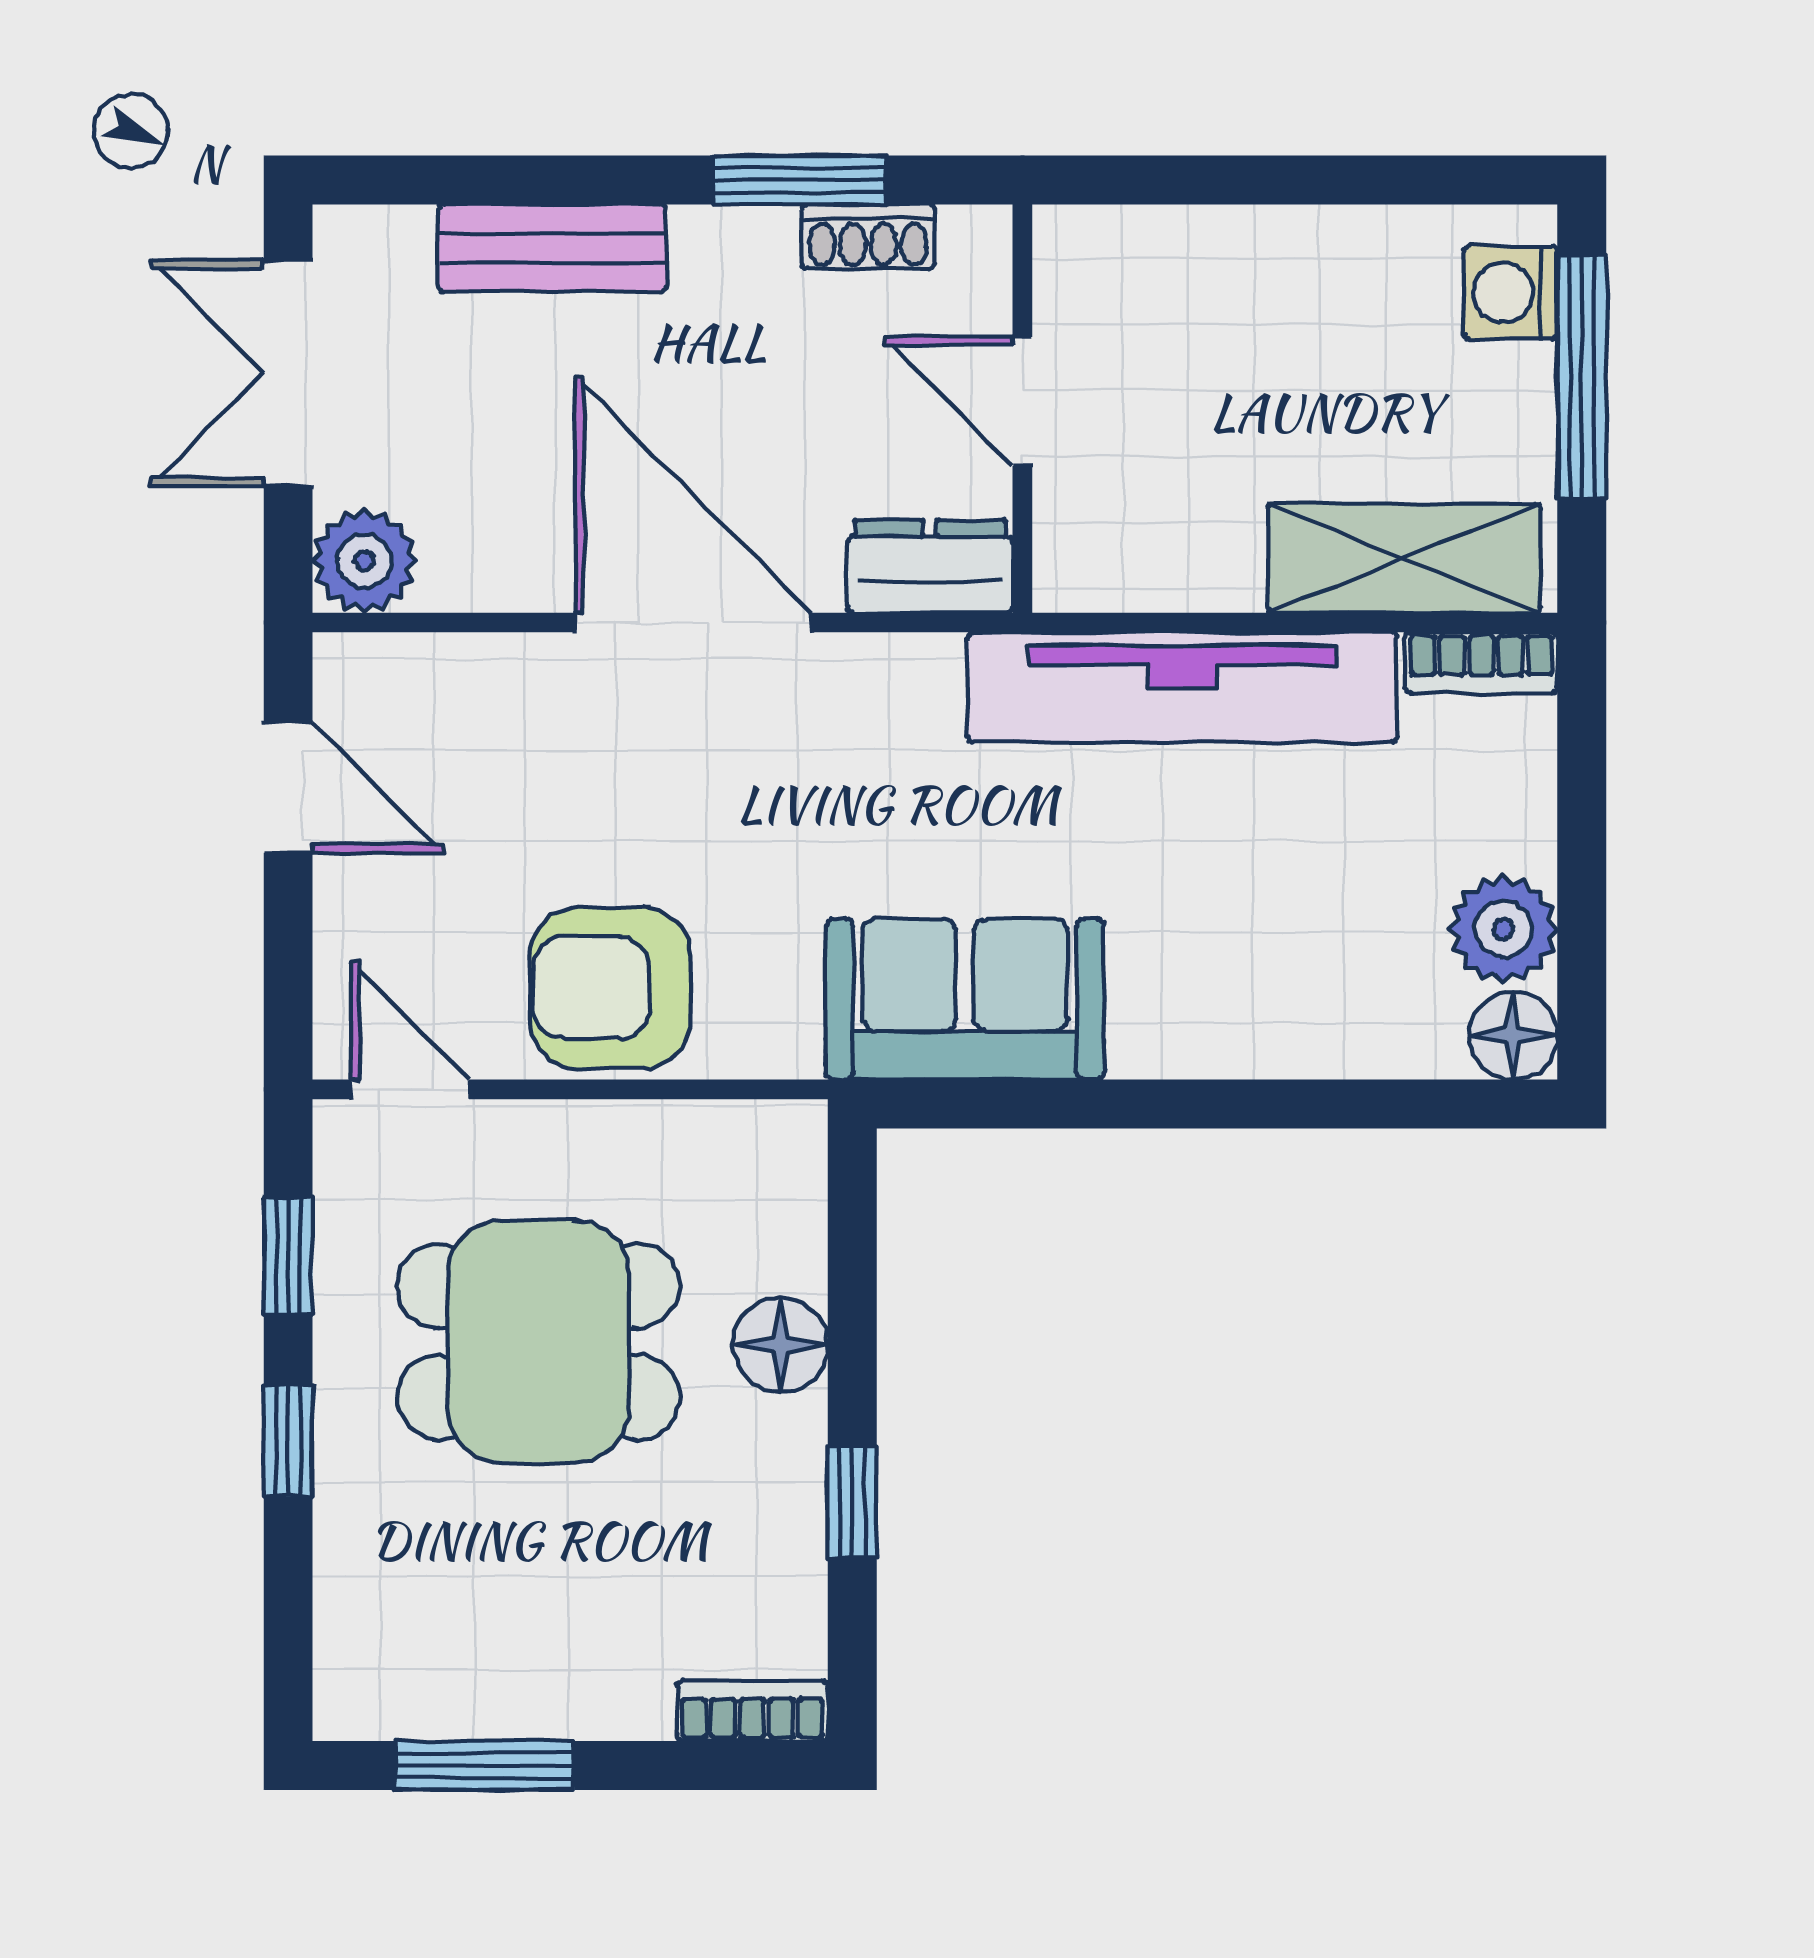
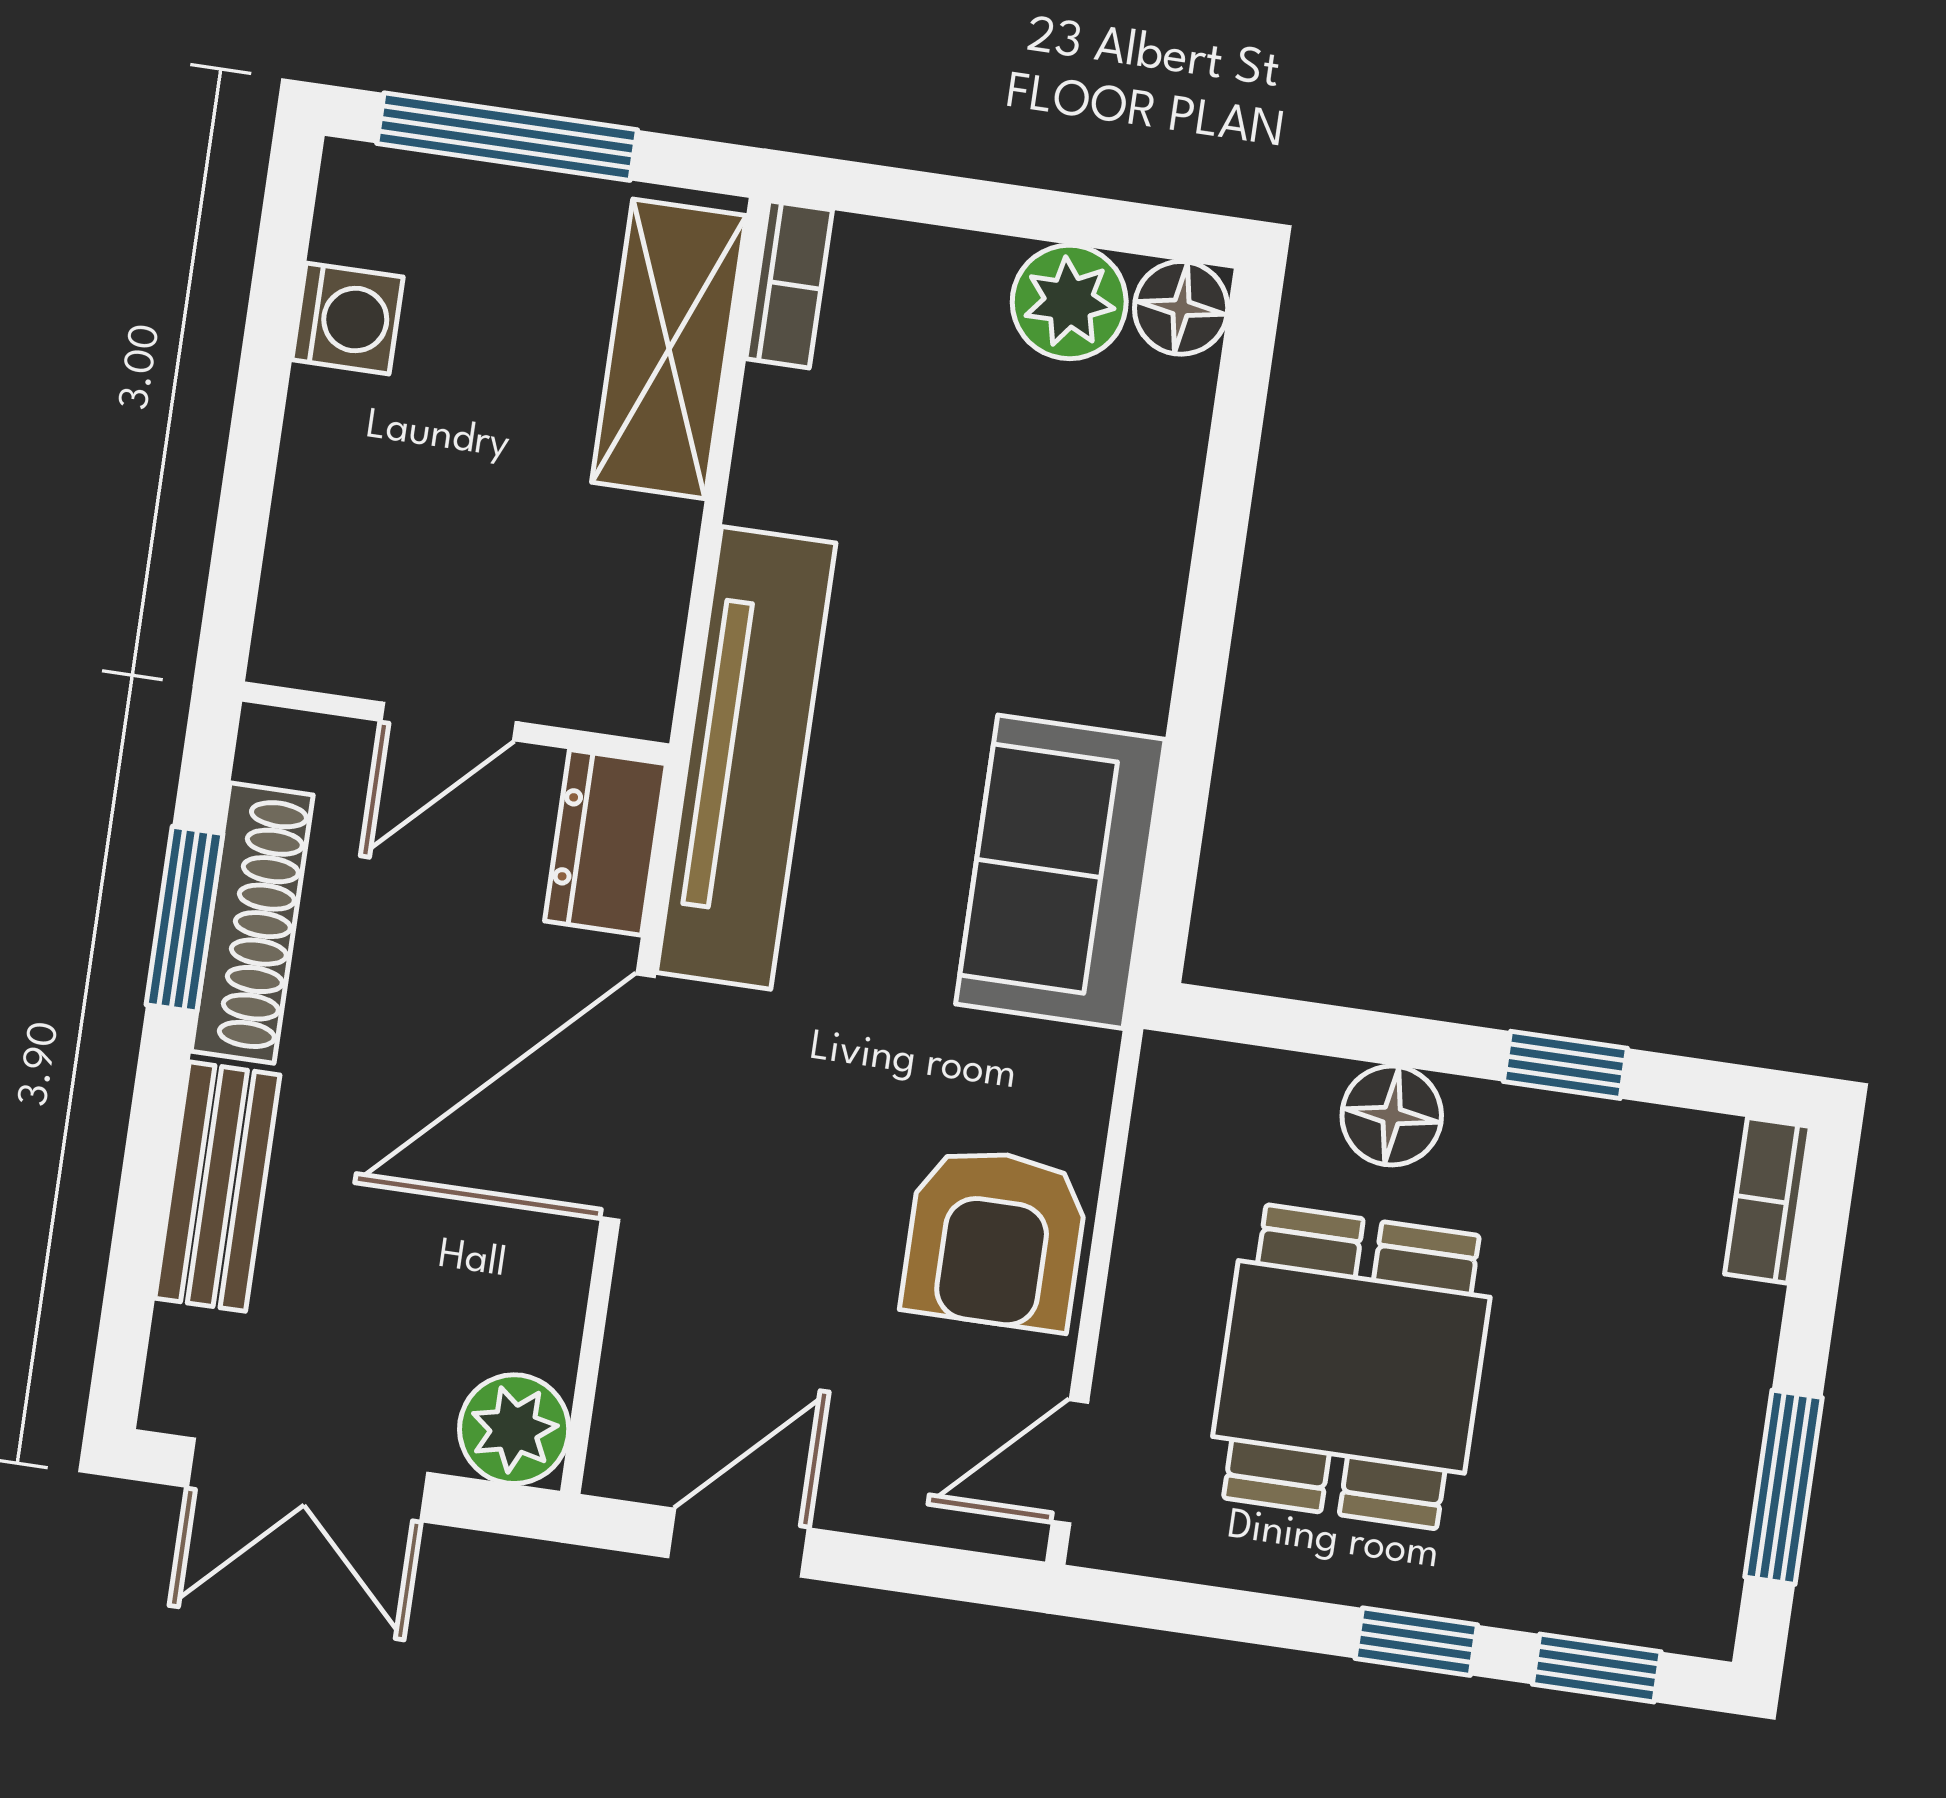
shoe rack: (868, 237) -> (252, 923), width x1.94, depth x1.24
washing machine: (1511, 293) -> (347, 318), moved, turned -90
tv unit: (1183, 687) -> (746, 758), moved
window: (288, 1256) -> (1597, 1668), moved

